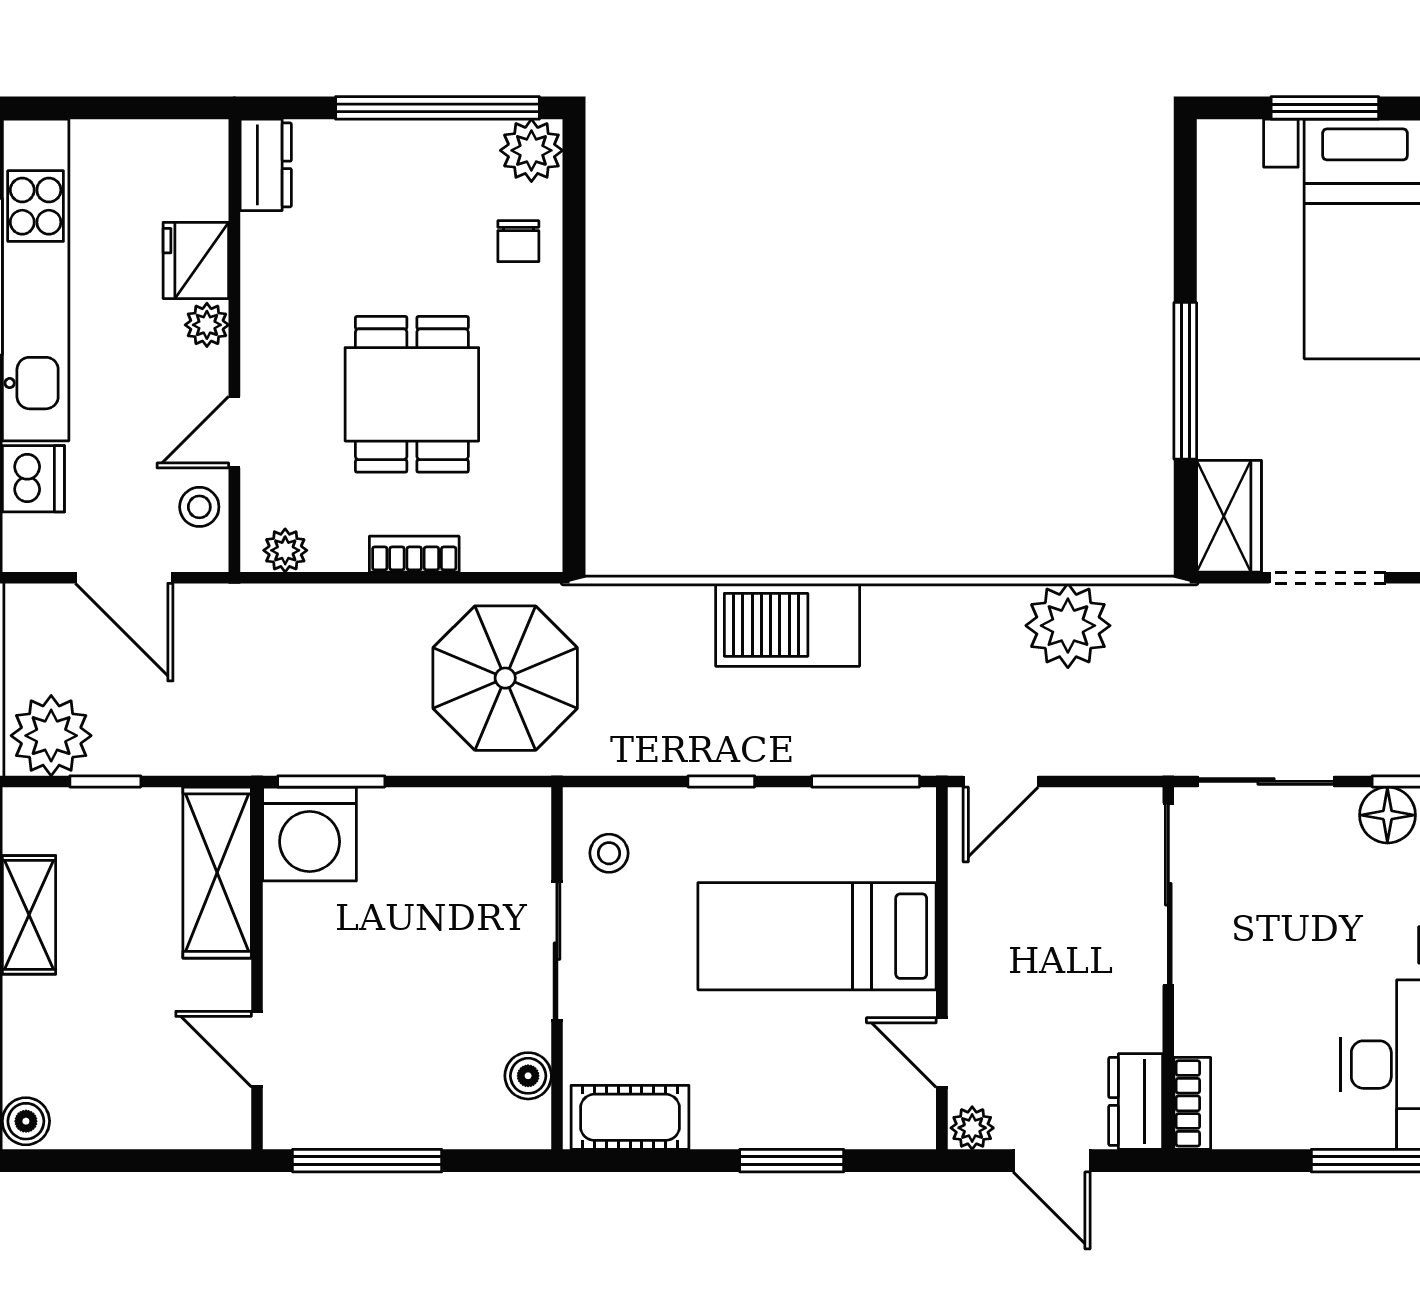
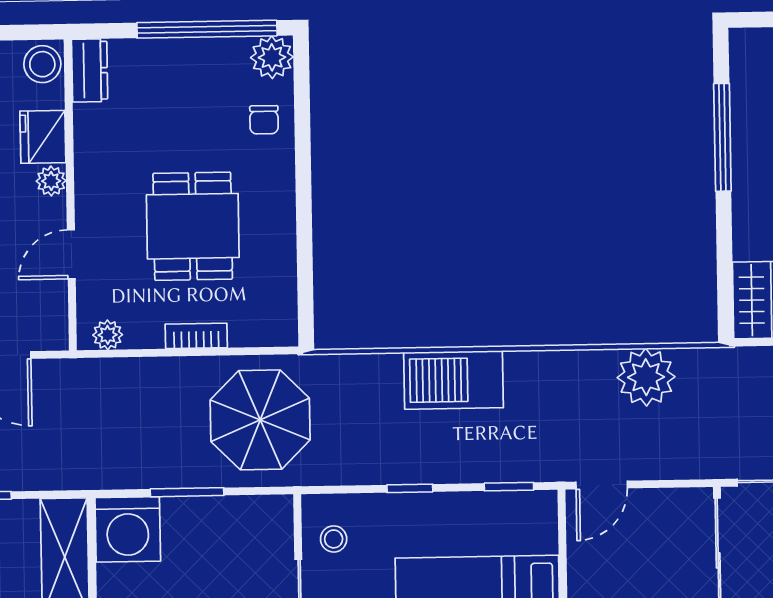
window: (1185, 381) -> (722, 137), moved
stool: (199, 507) -> (42, 64), moved, width x1.37, depth x1.37
window: (331, 781) -> (187, 492), moved
window: (866, 781) -> (509, 487), width x0.67

